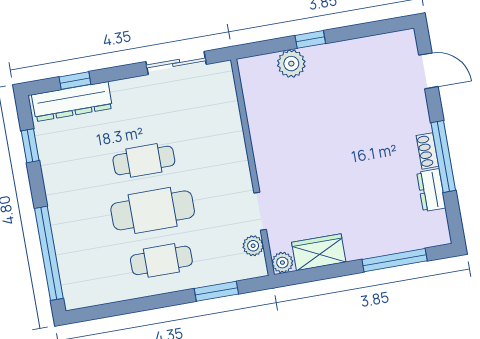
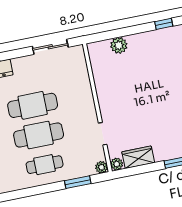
window: (310, 39) -> (164, 24), moved
cafe table: (144, 160) -> (33, 105), width x1.37, depth x1.35
plant: (253, 246) -> (101, 167), moved

